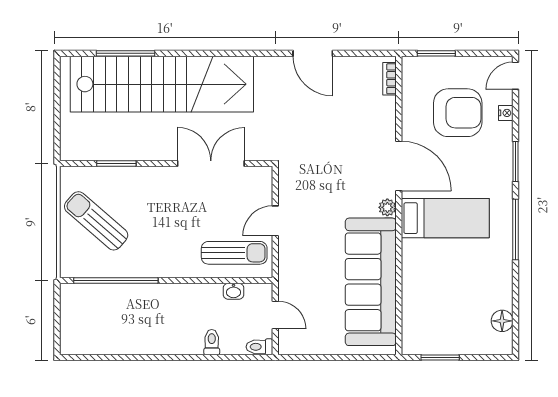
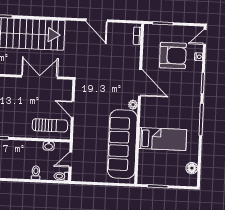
bed: (445, 218) -> (163, 139), moved
door: (275, 221) -> (73, 109), hinge flipped
door: (275, 315) -> (70, 160), swing flipped

